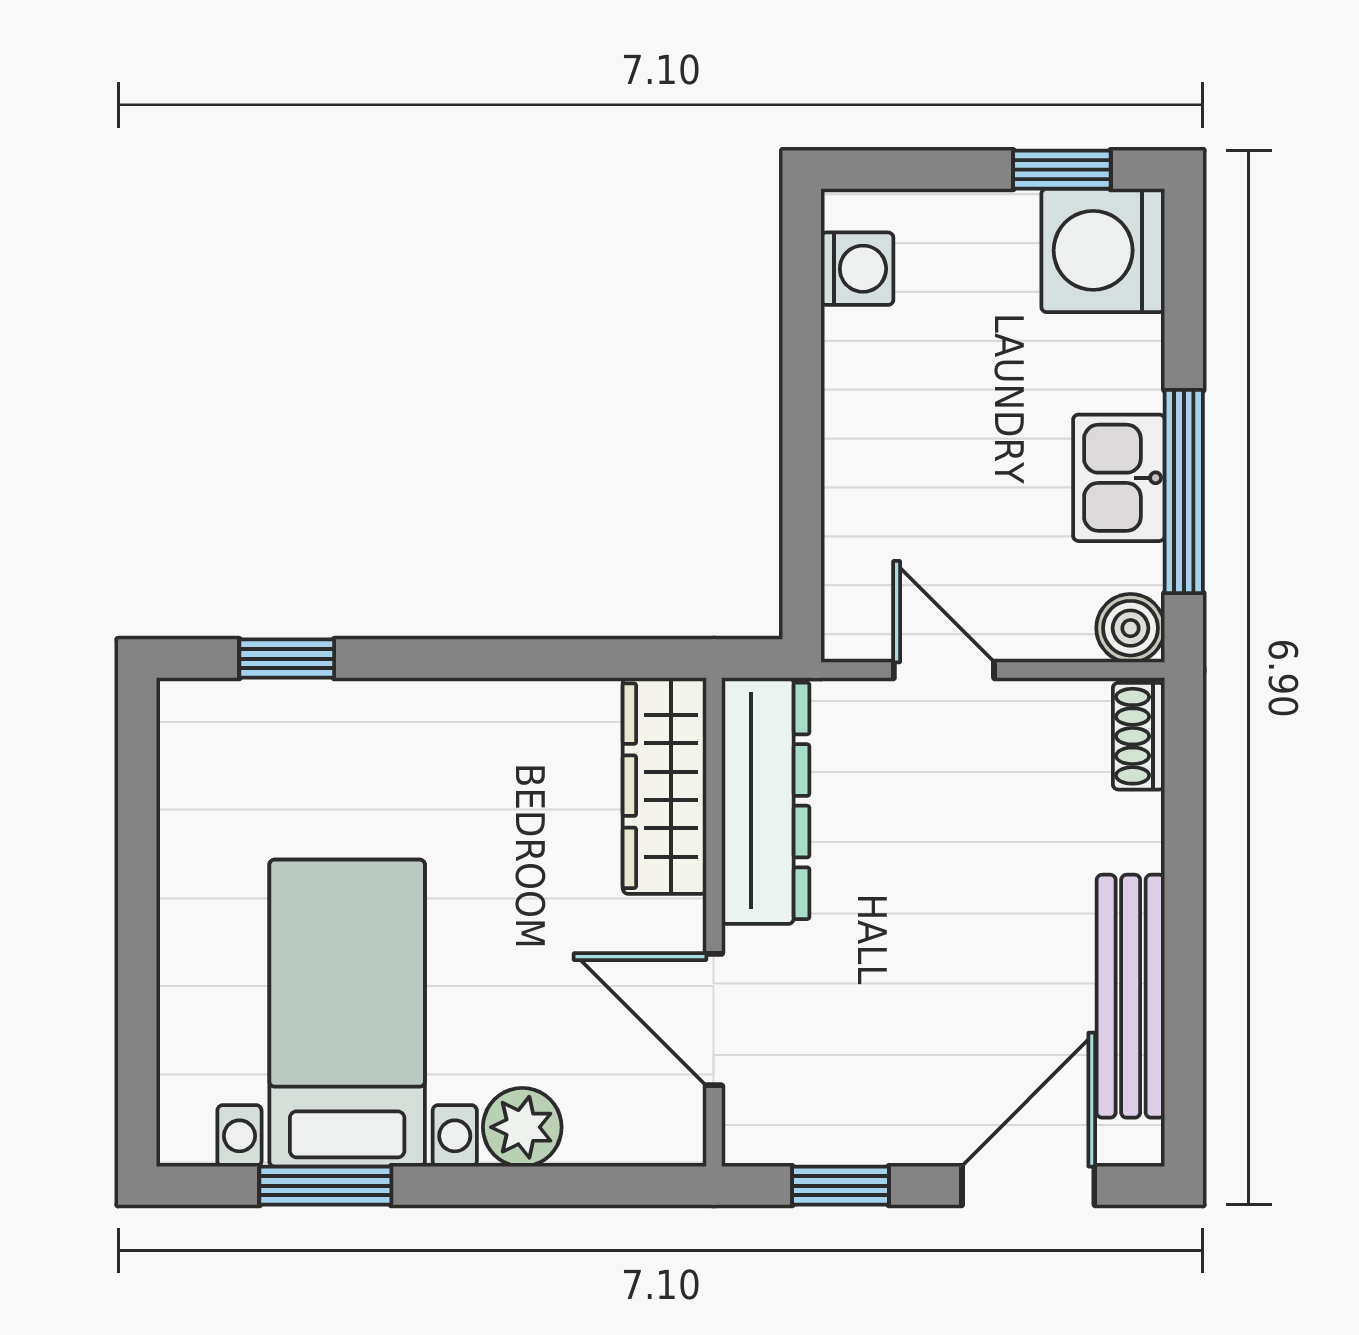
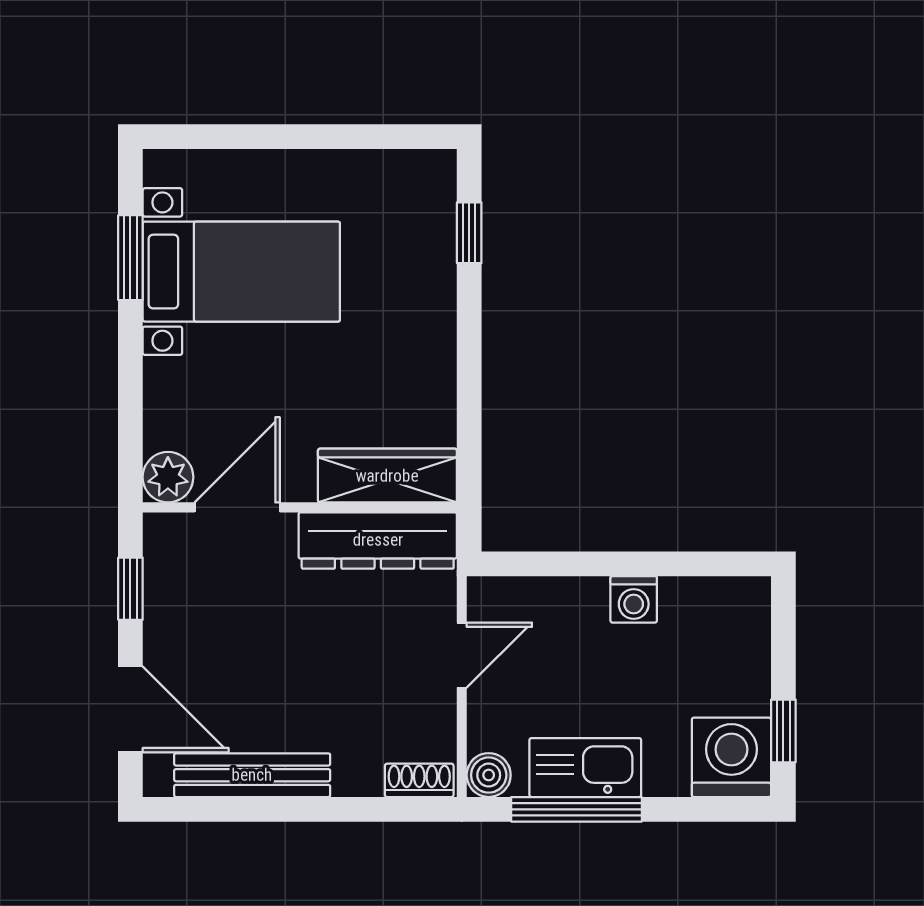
washing machine: (857, 269) -> (634, 599), moved
kitchen sink: (1119, 478) -> (585, 768), width x1.38
plant: (522, 1127) -> (168, 477), moved

